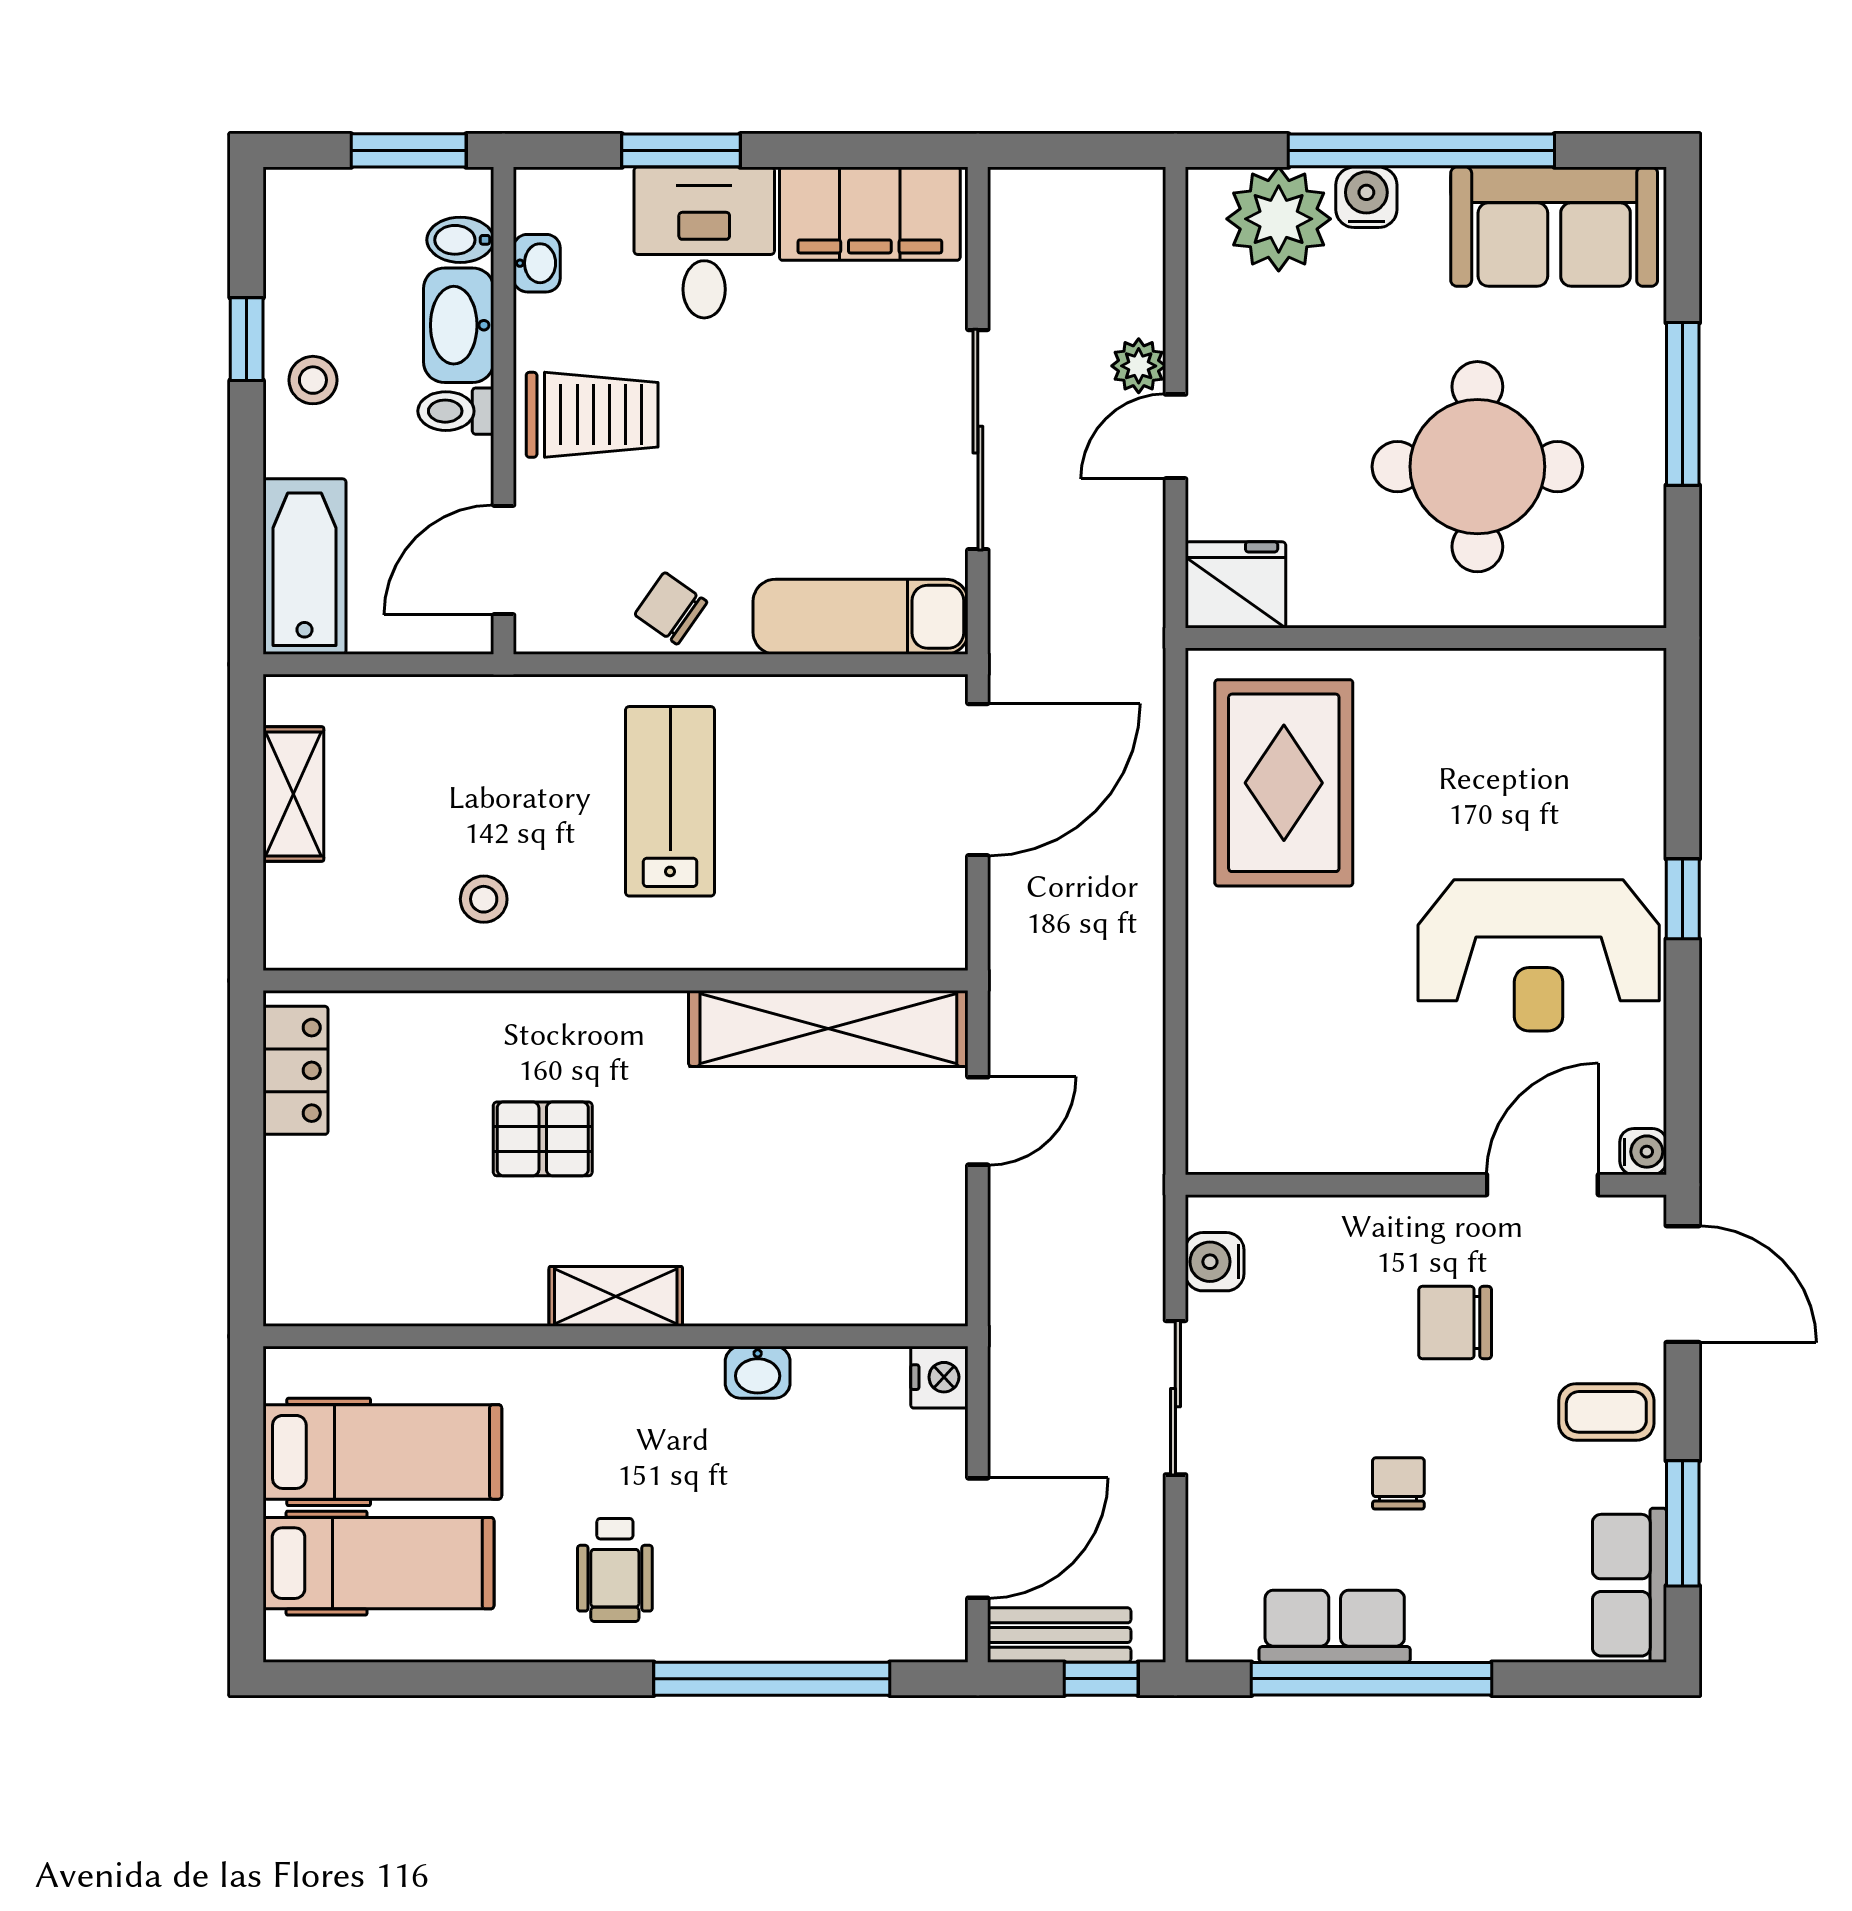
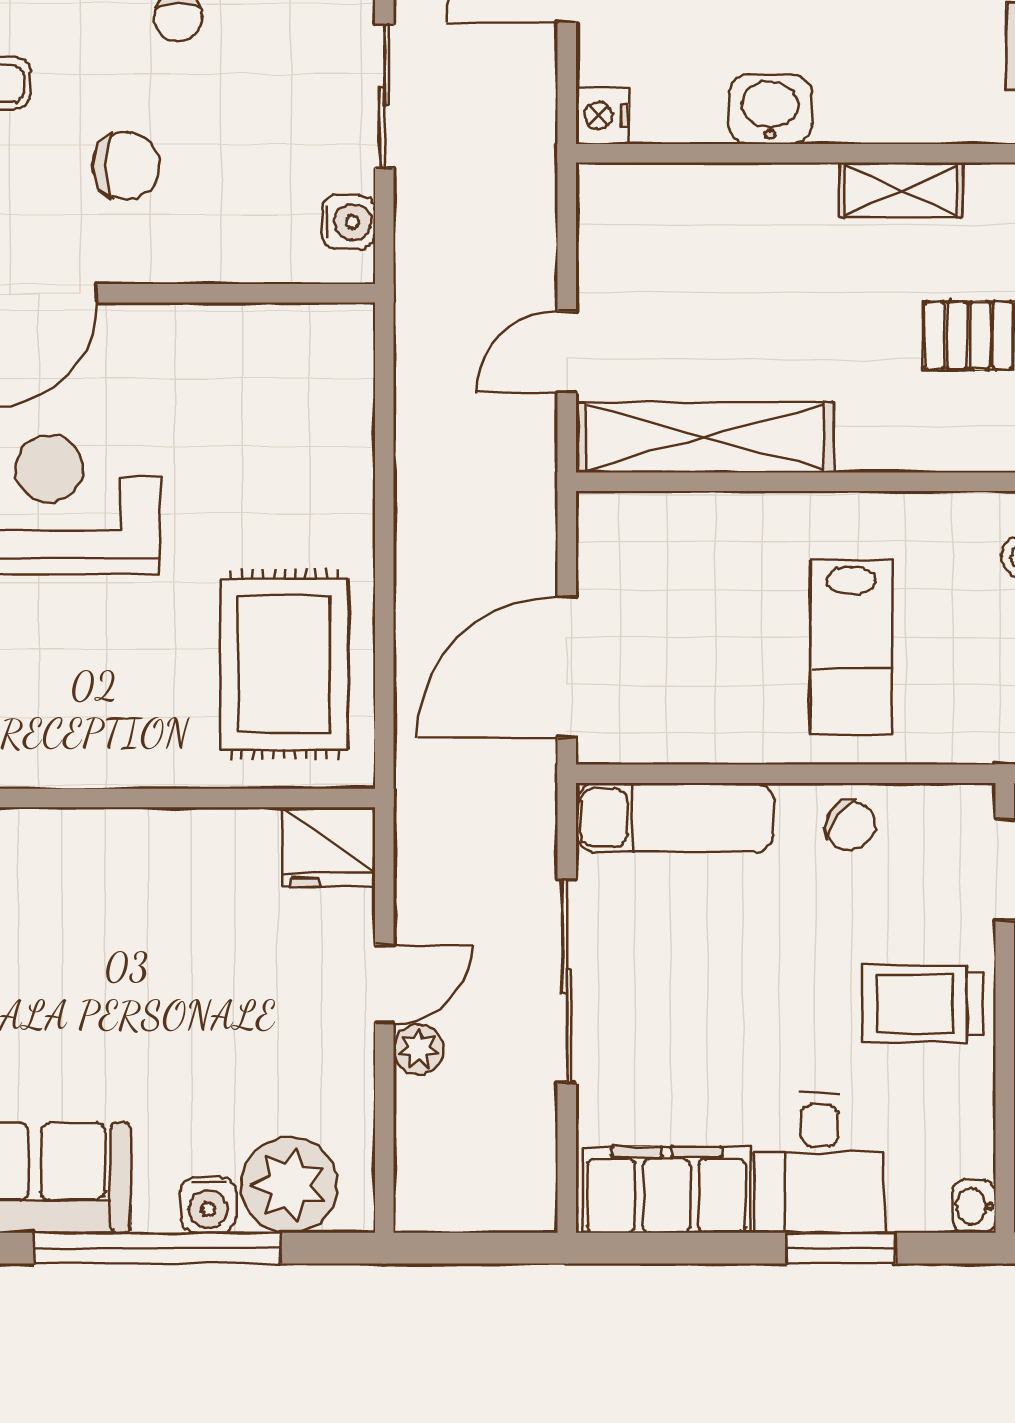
washbasin: (537, 263) -> (974, 1206), moved
round table: (1477, 467) -> (106, 956), removed
washbasin: (758, 1372) -> (770, 109), width x1.38, depth x1.45

